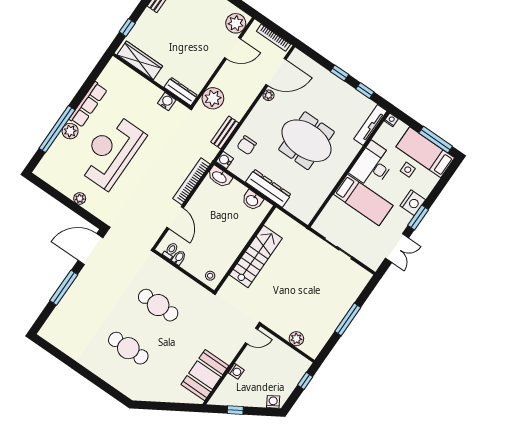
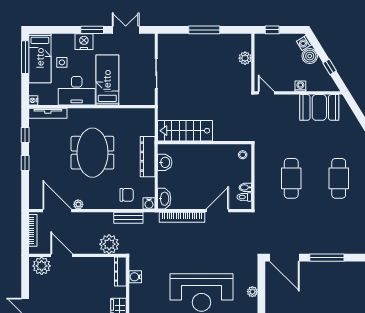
stairs: (256, 257) -> (185, 131), moved
boiler: (258, 399) -> (310, 56), added

